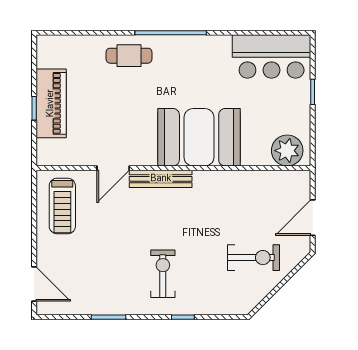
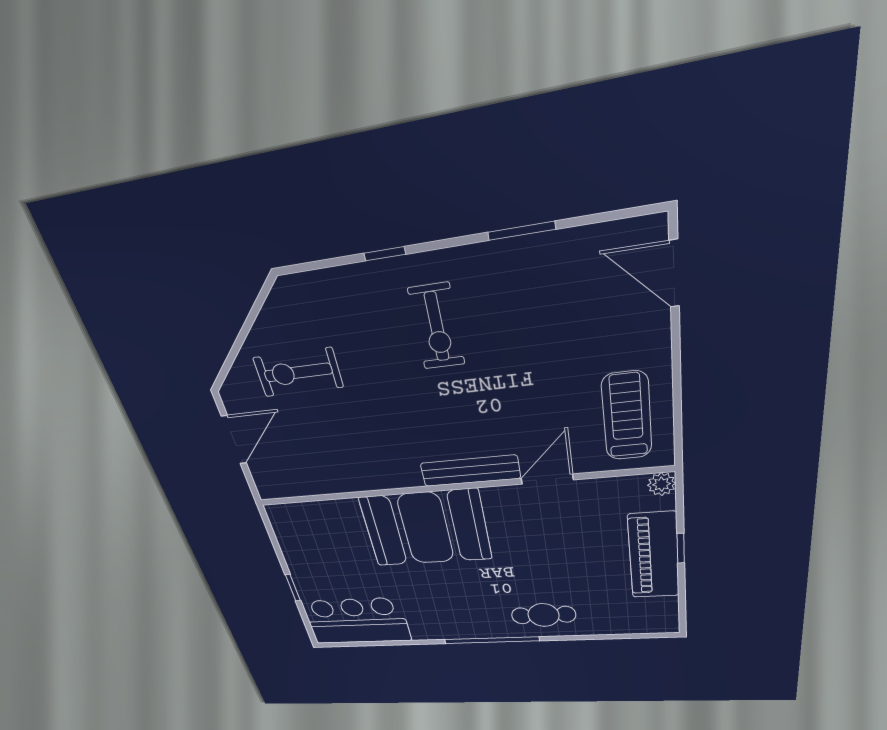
plant: (287, 151) -> (662, 484), moved, width x0.53, depth x0.53

